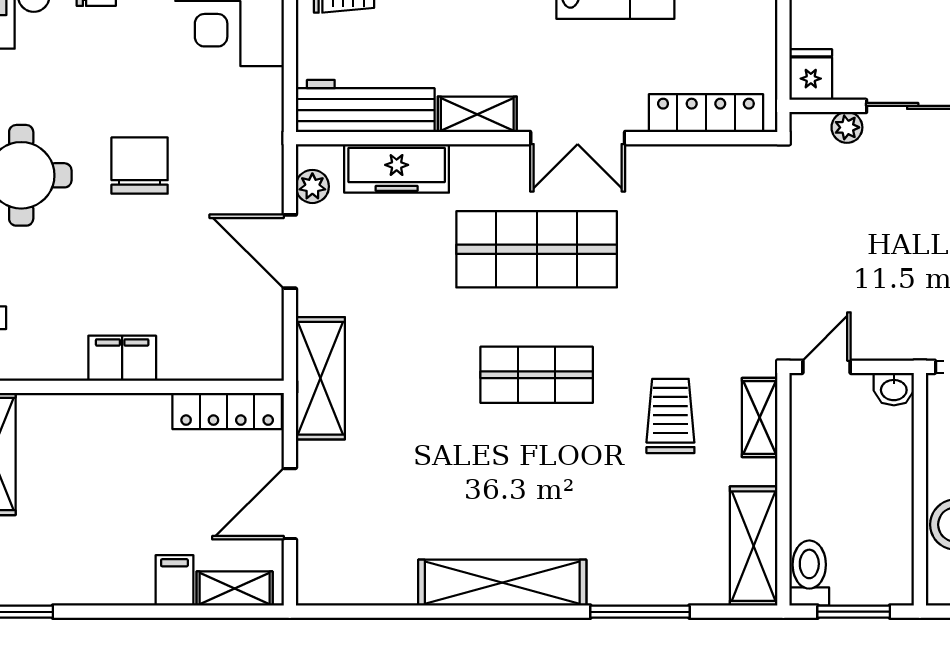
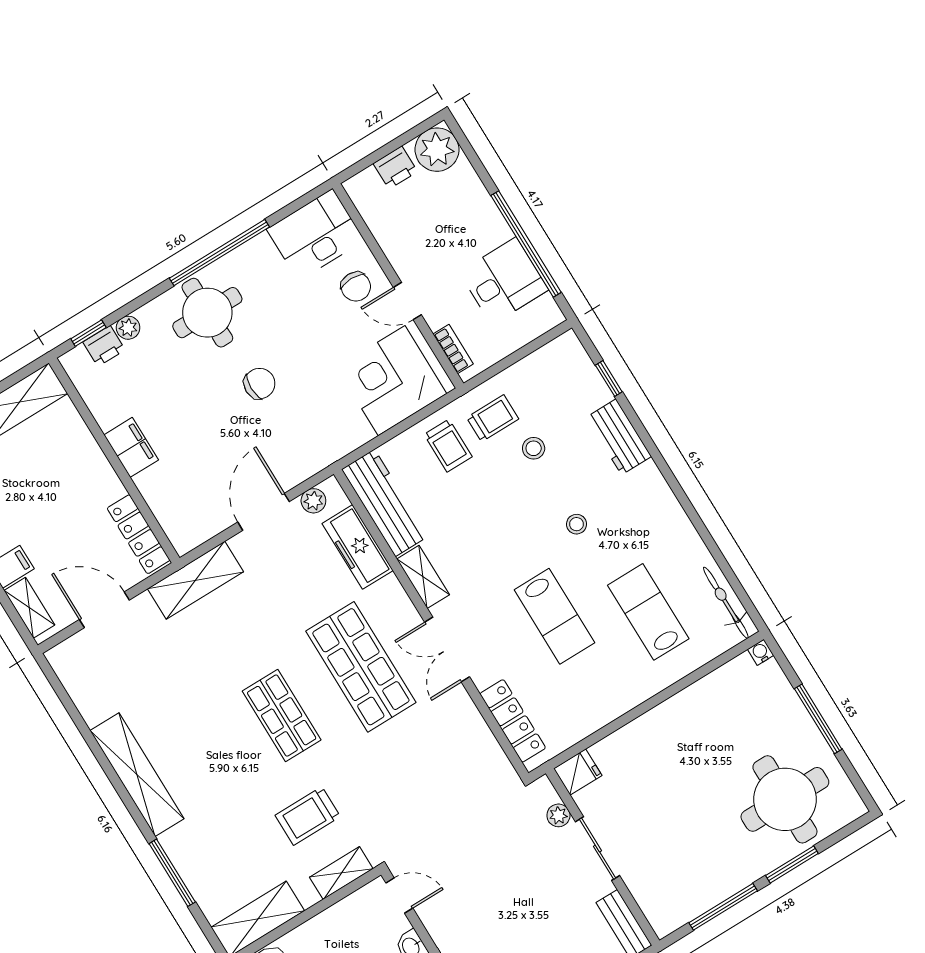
chair: (140, 166) -> (259, 384), width x0.73, depth x0.73
trolley: (670, 416) -> (308, 816), turned 180

